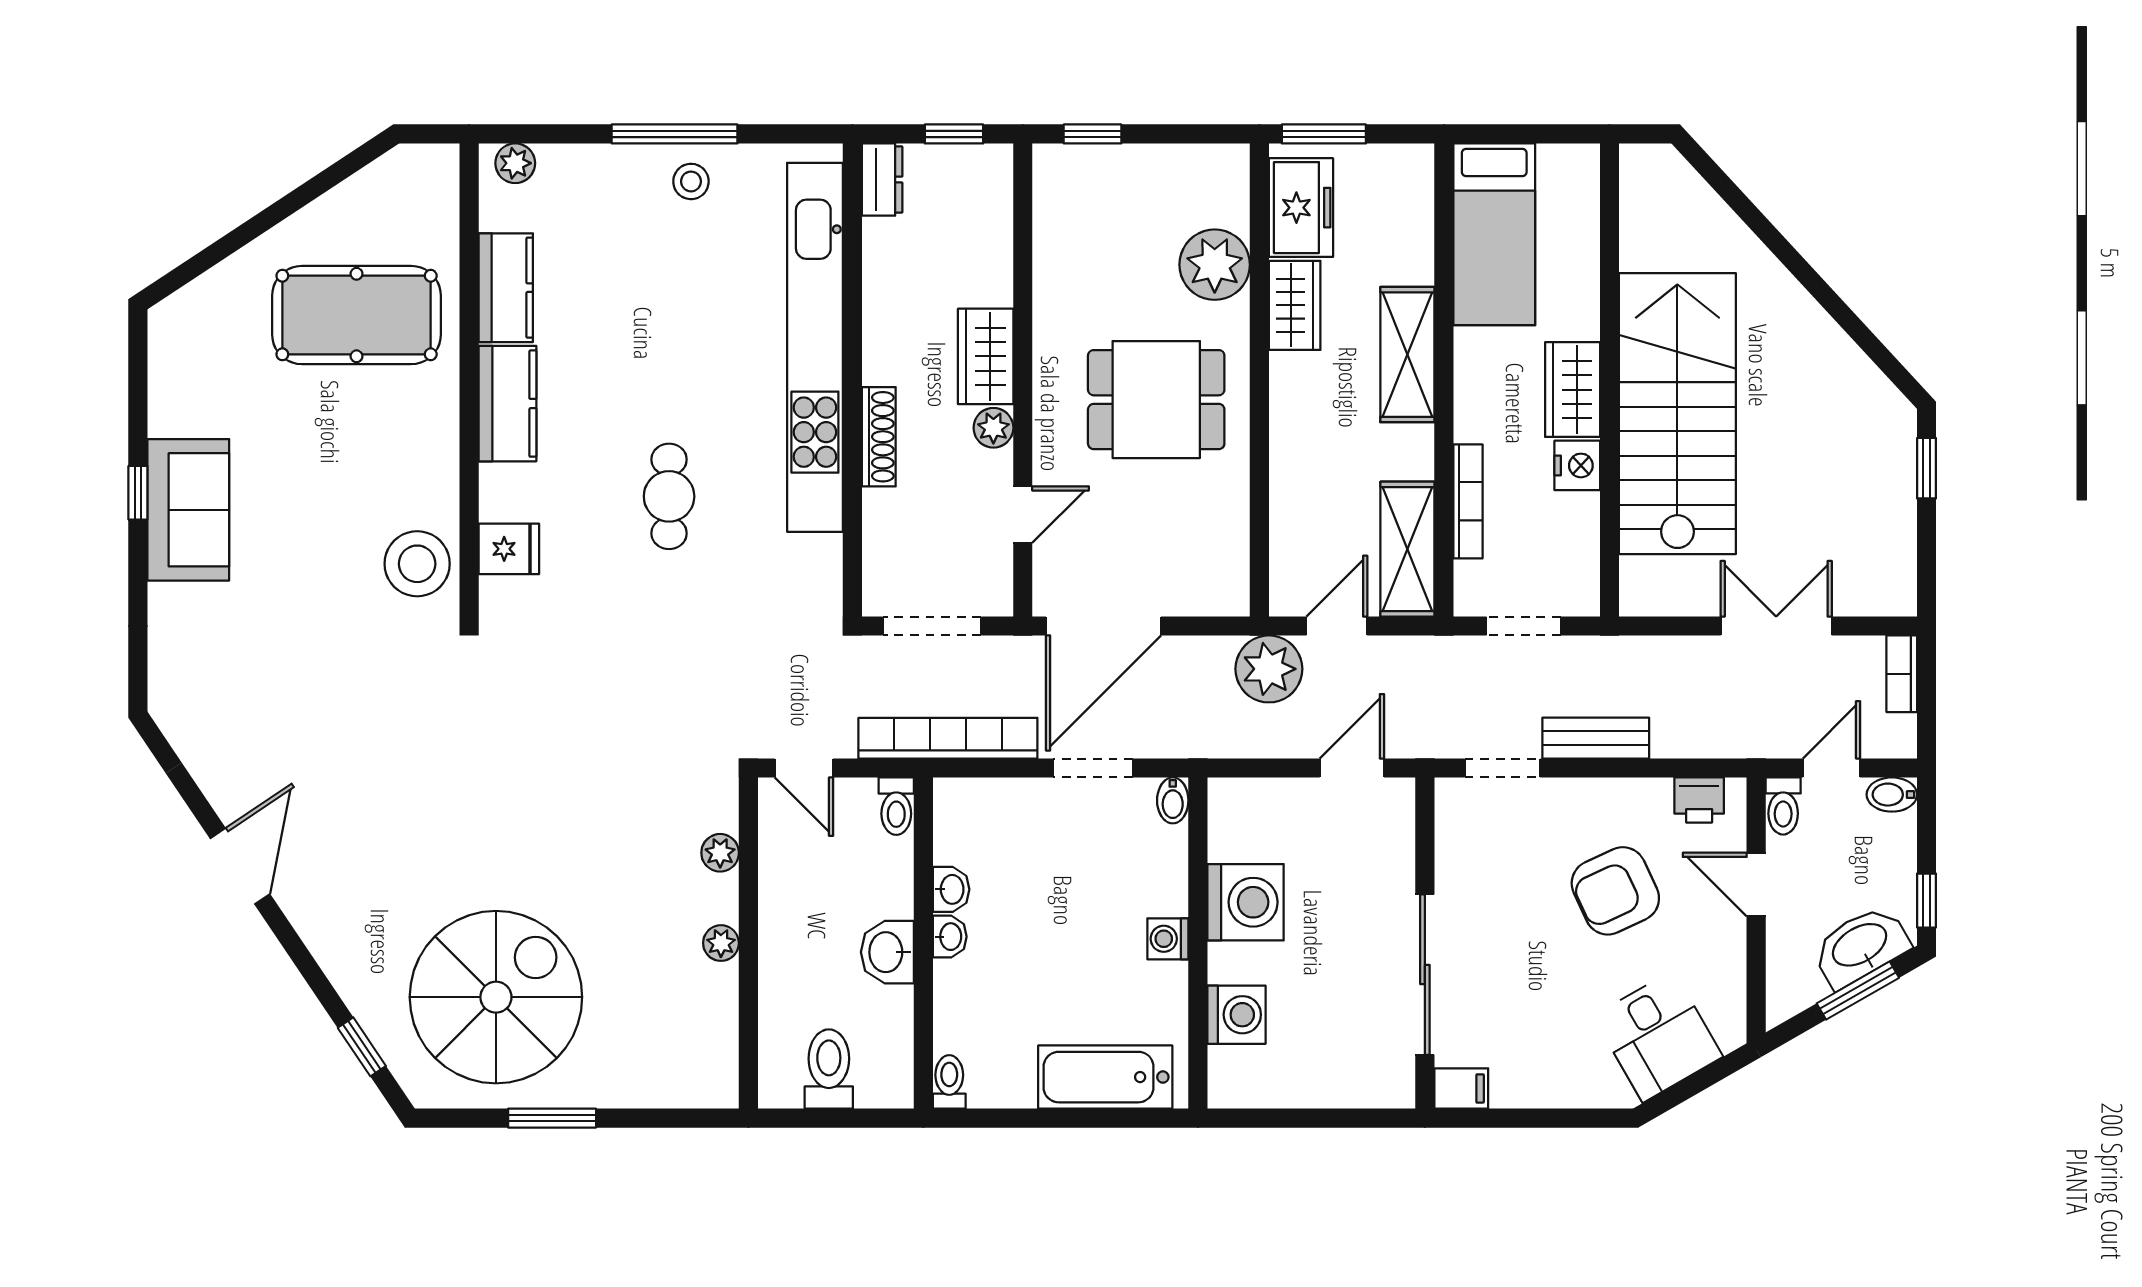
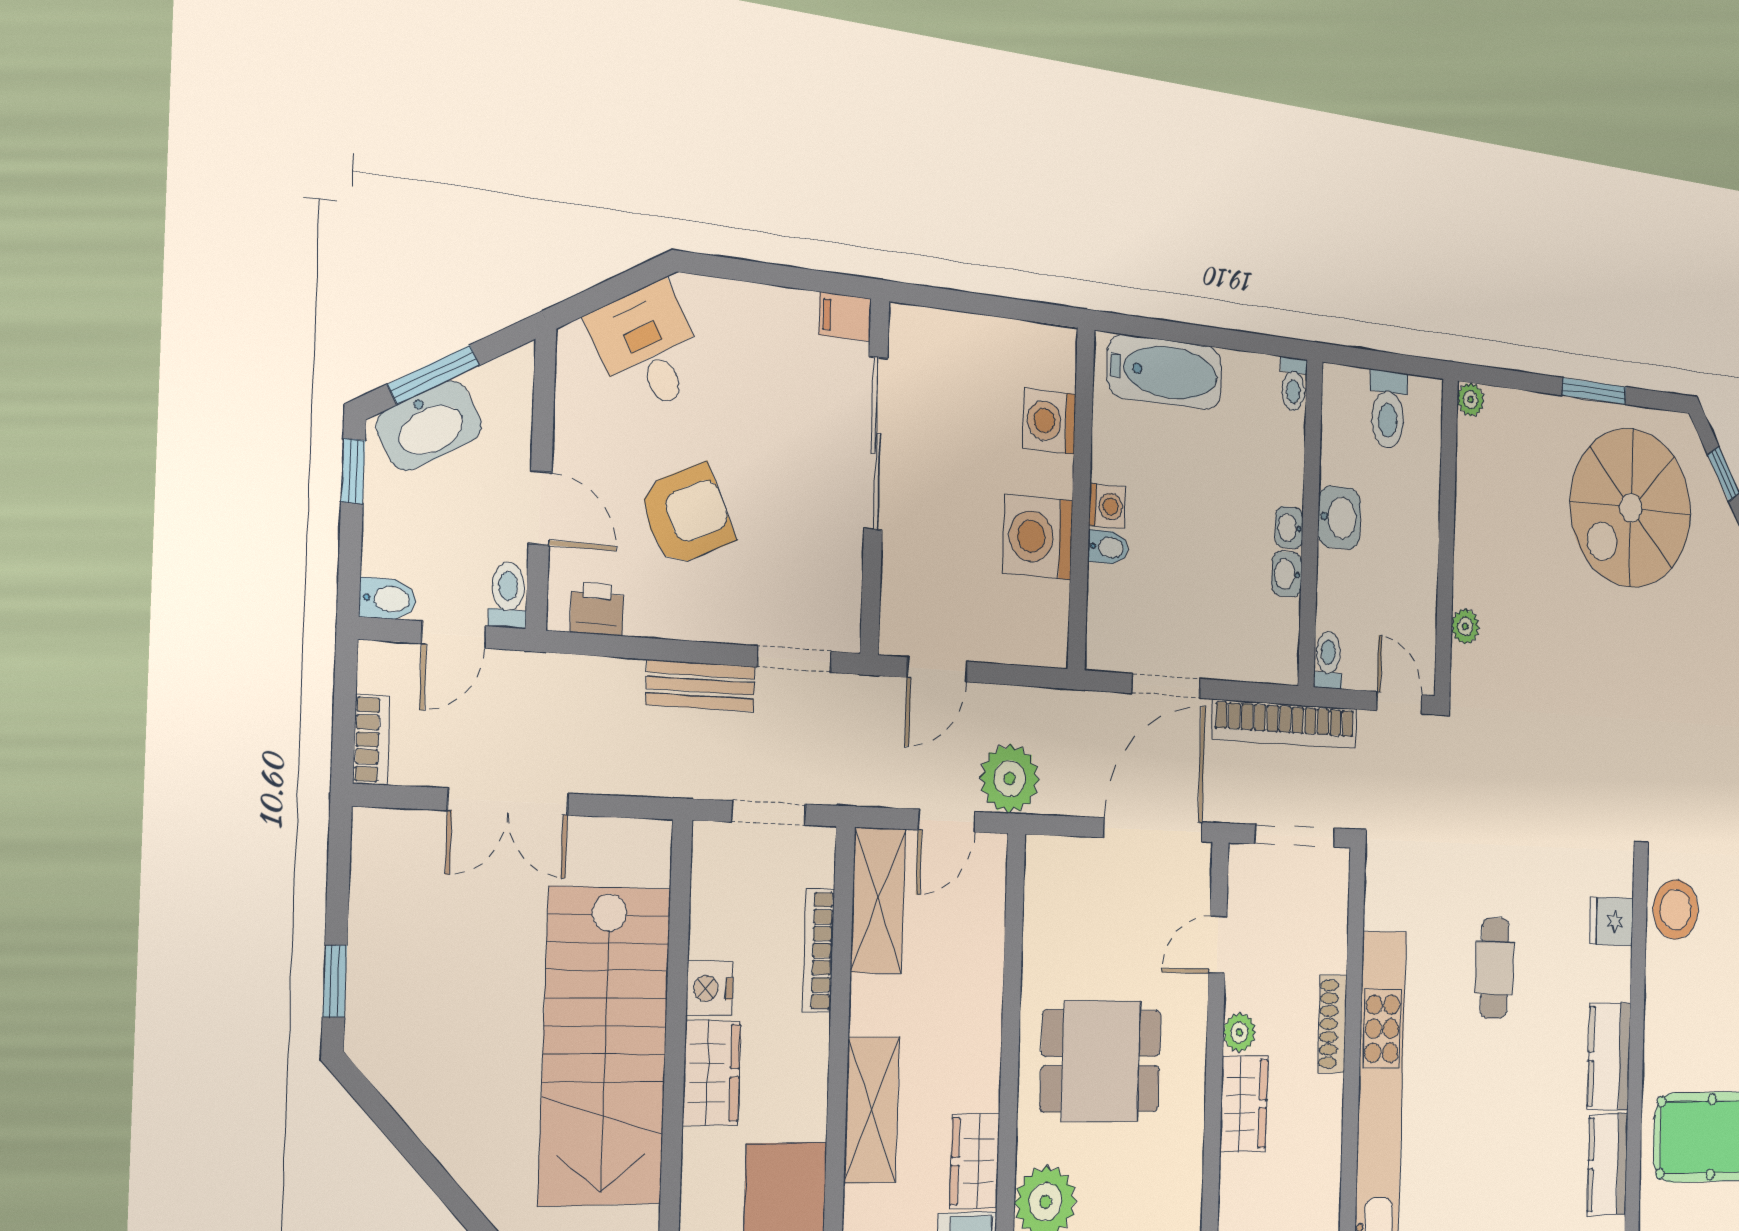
bidet: (1173, 800) -> (1108, 547), moved, turned 90
plant: (721, 943) -> (1471, 400), moved

